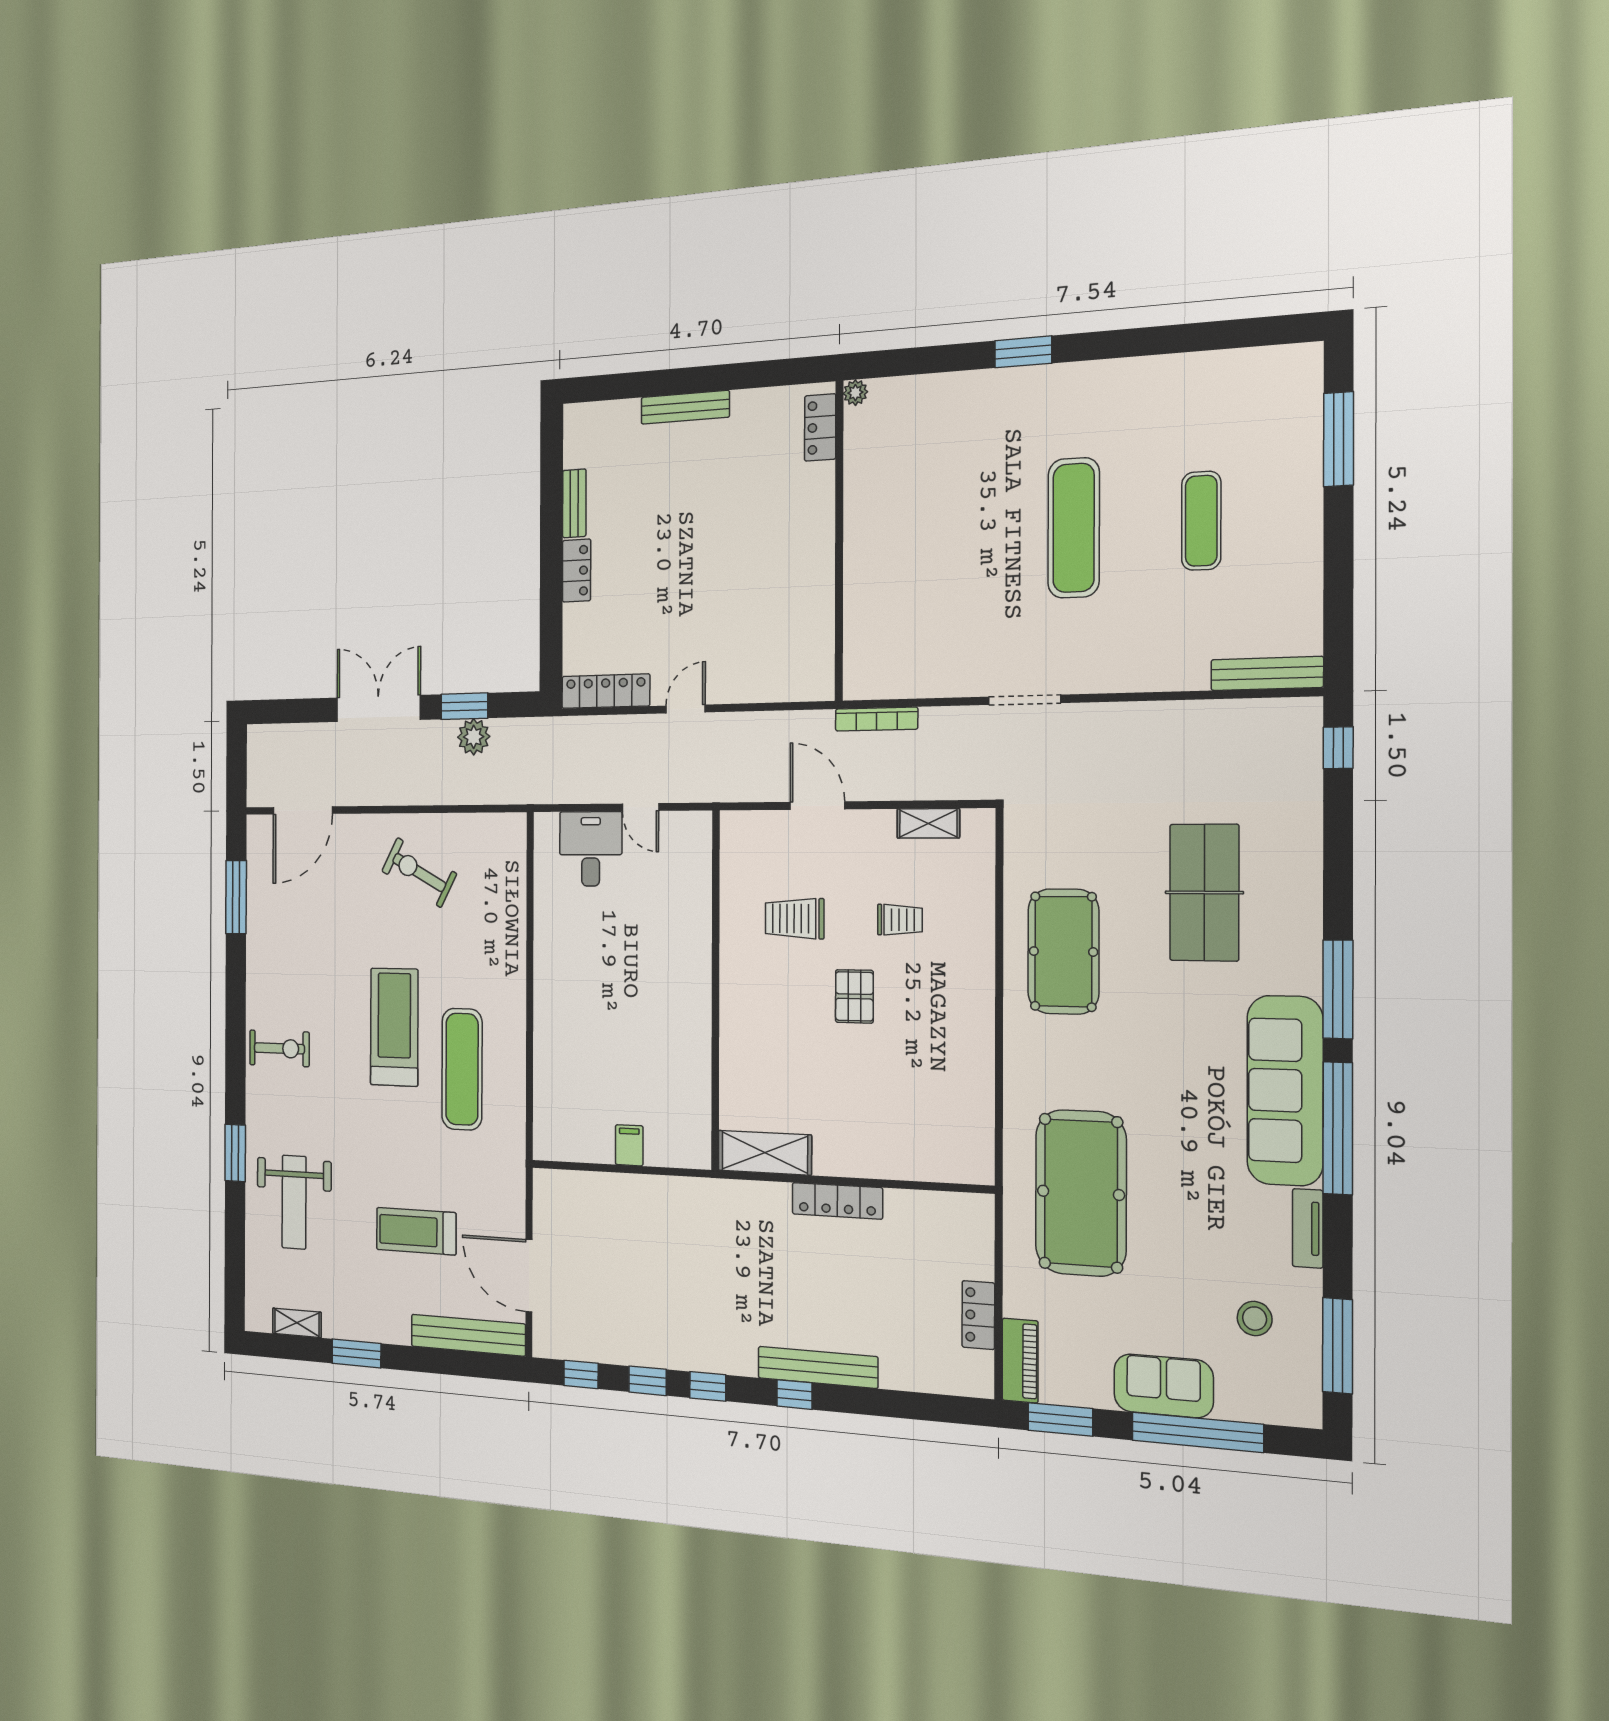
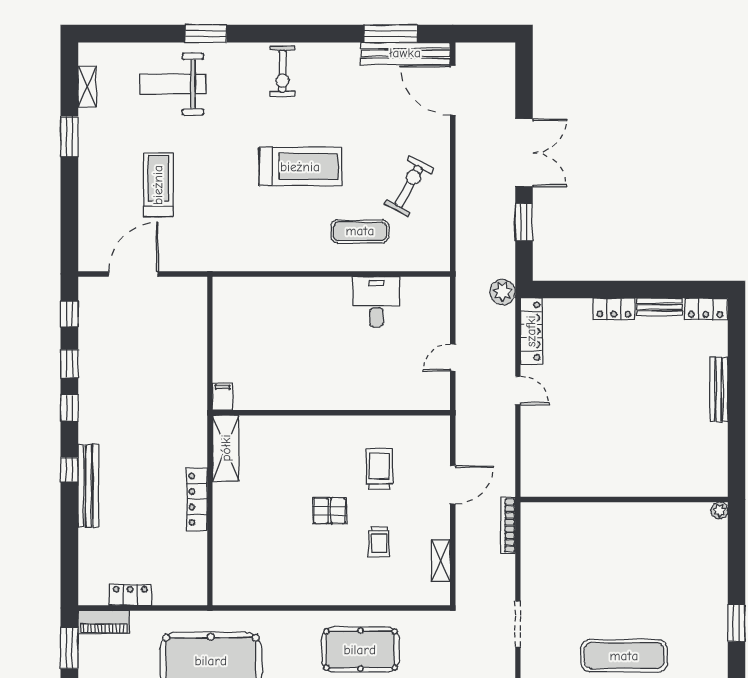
locker: (820, 427) -> (706, 309), moved, turned 180
plant: (474, 737) -> (503, 292), moved
desk: (591, 849) -> (376, 302), moved, turned -90
exercise mat: (462, 1069) -> (360, 231), moved, width x0.73, depth x0.69
filing cabinet: (629, 1145) -> (223, 397), moved, turned -90
bench: (468, 1335) -> (405, 53), moved, turned 90

